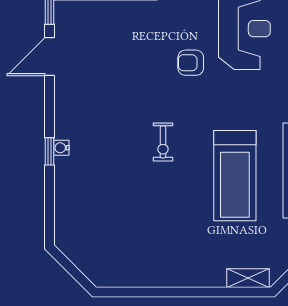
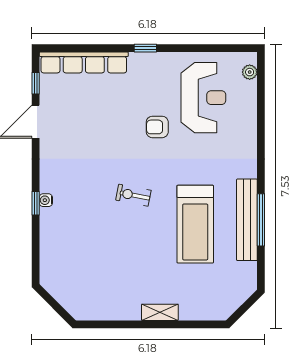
exercise bike: (163, 142) -> (133, 195), turned 101
shelving: (248, 278) -> (160, 312), moved

